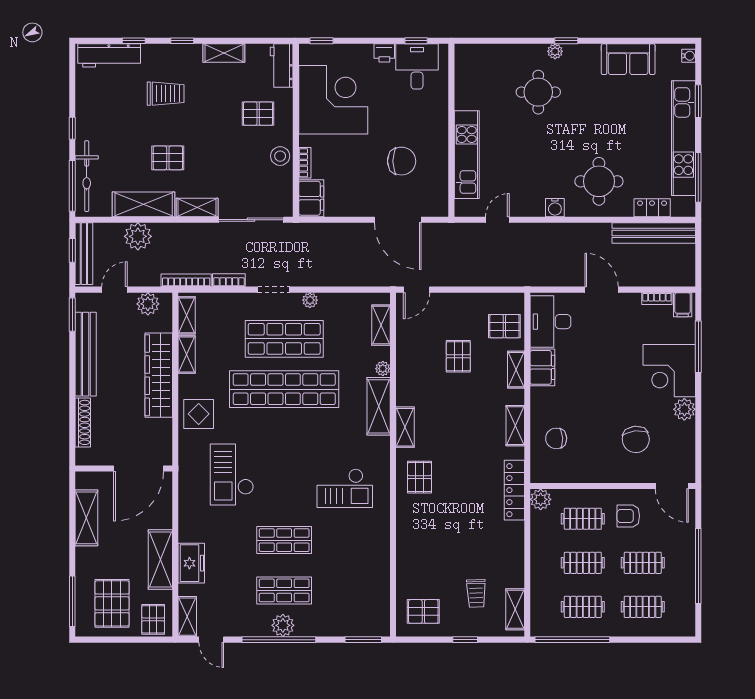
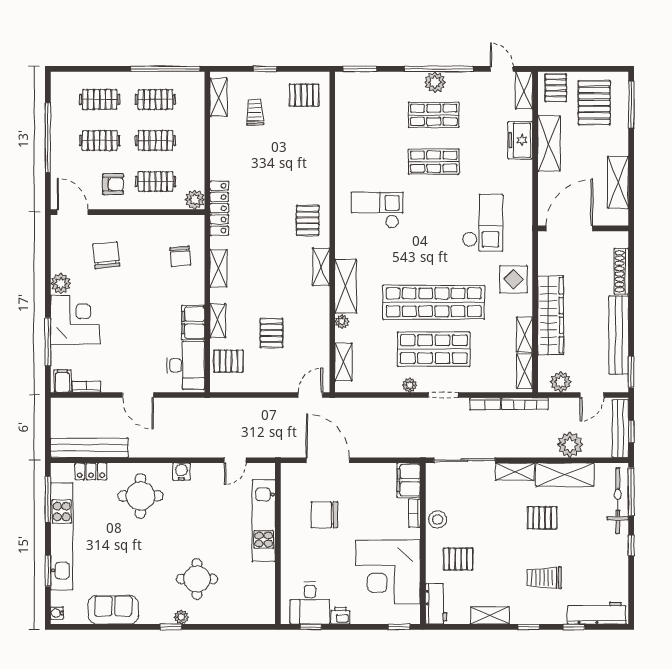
chair: (556, 438) -> (180, 256), turned 88

